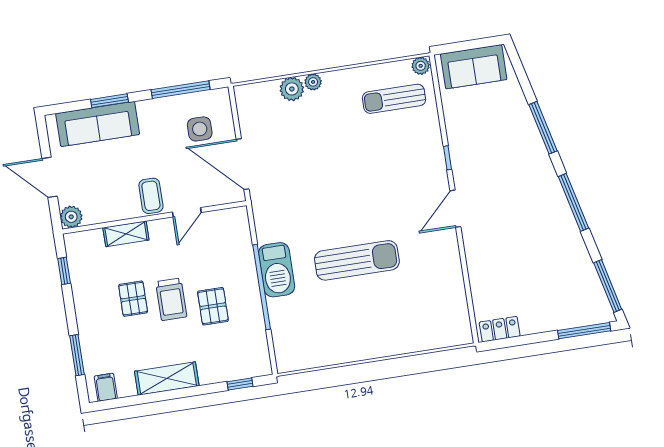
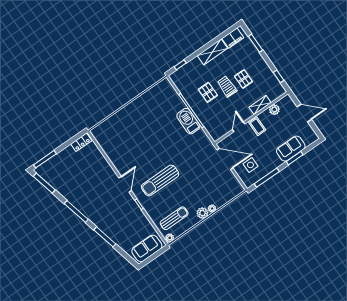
plant: (292, 89) -> (202, 213), moved
sofa: (98, 124) -> (291, 149), width x0.73
plant: (71, 217) -> (274, 110), moved
sun lounger: (357, 260) -> (160, 180), moved
filing cabinet: (106, 387) -> (233, 38), width x2.00

